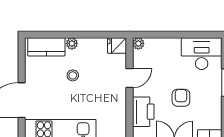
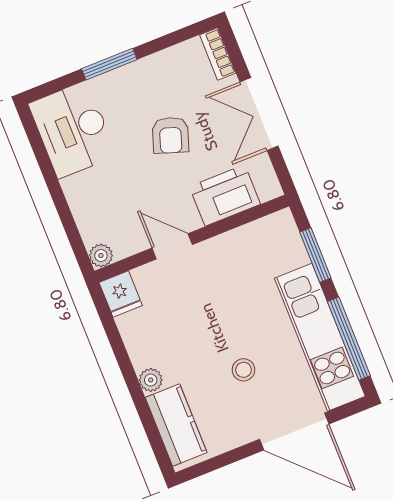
stool: (73, 75) -> (244, 370), moved
armchair: (181, 98) -> (171, 135), turned -71

